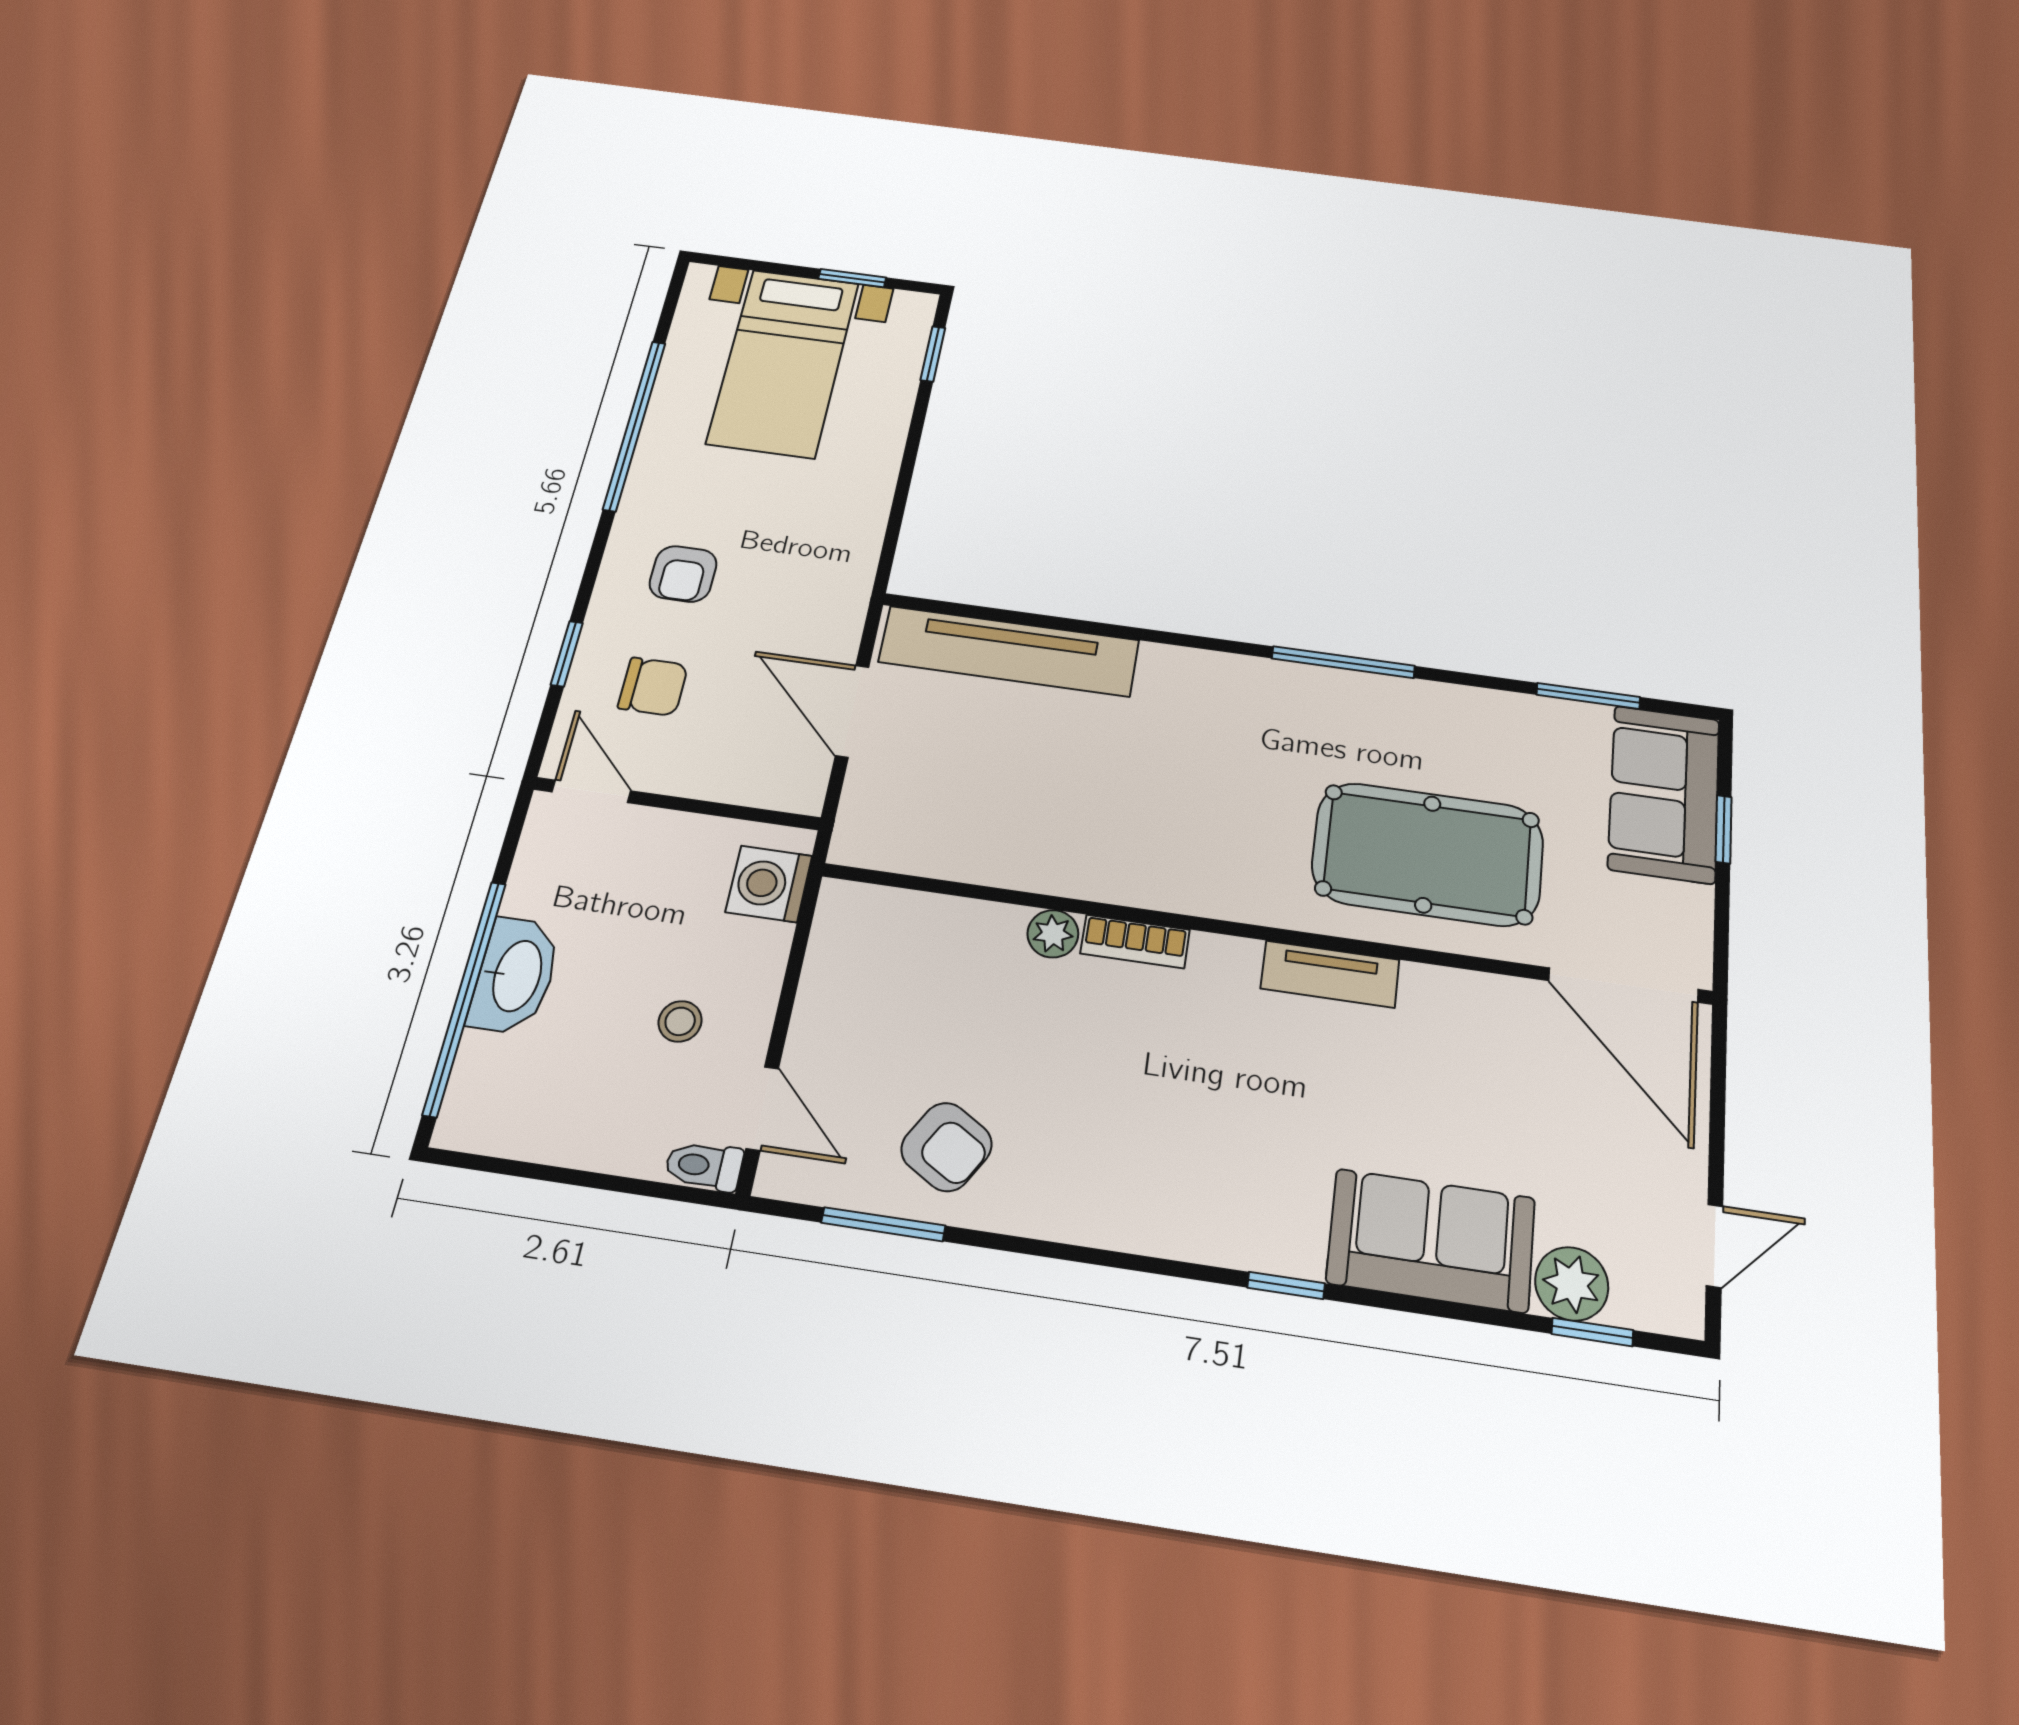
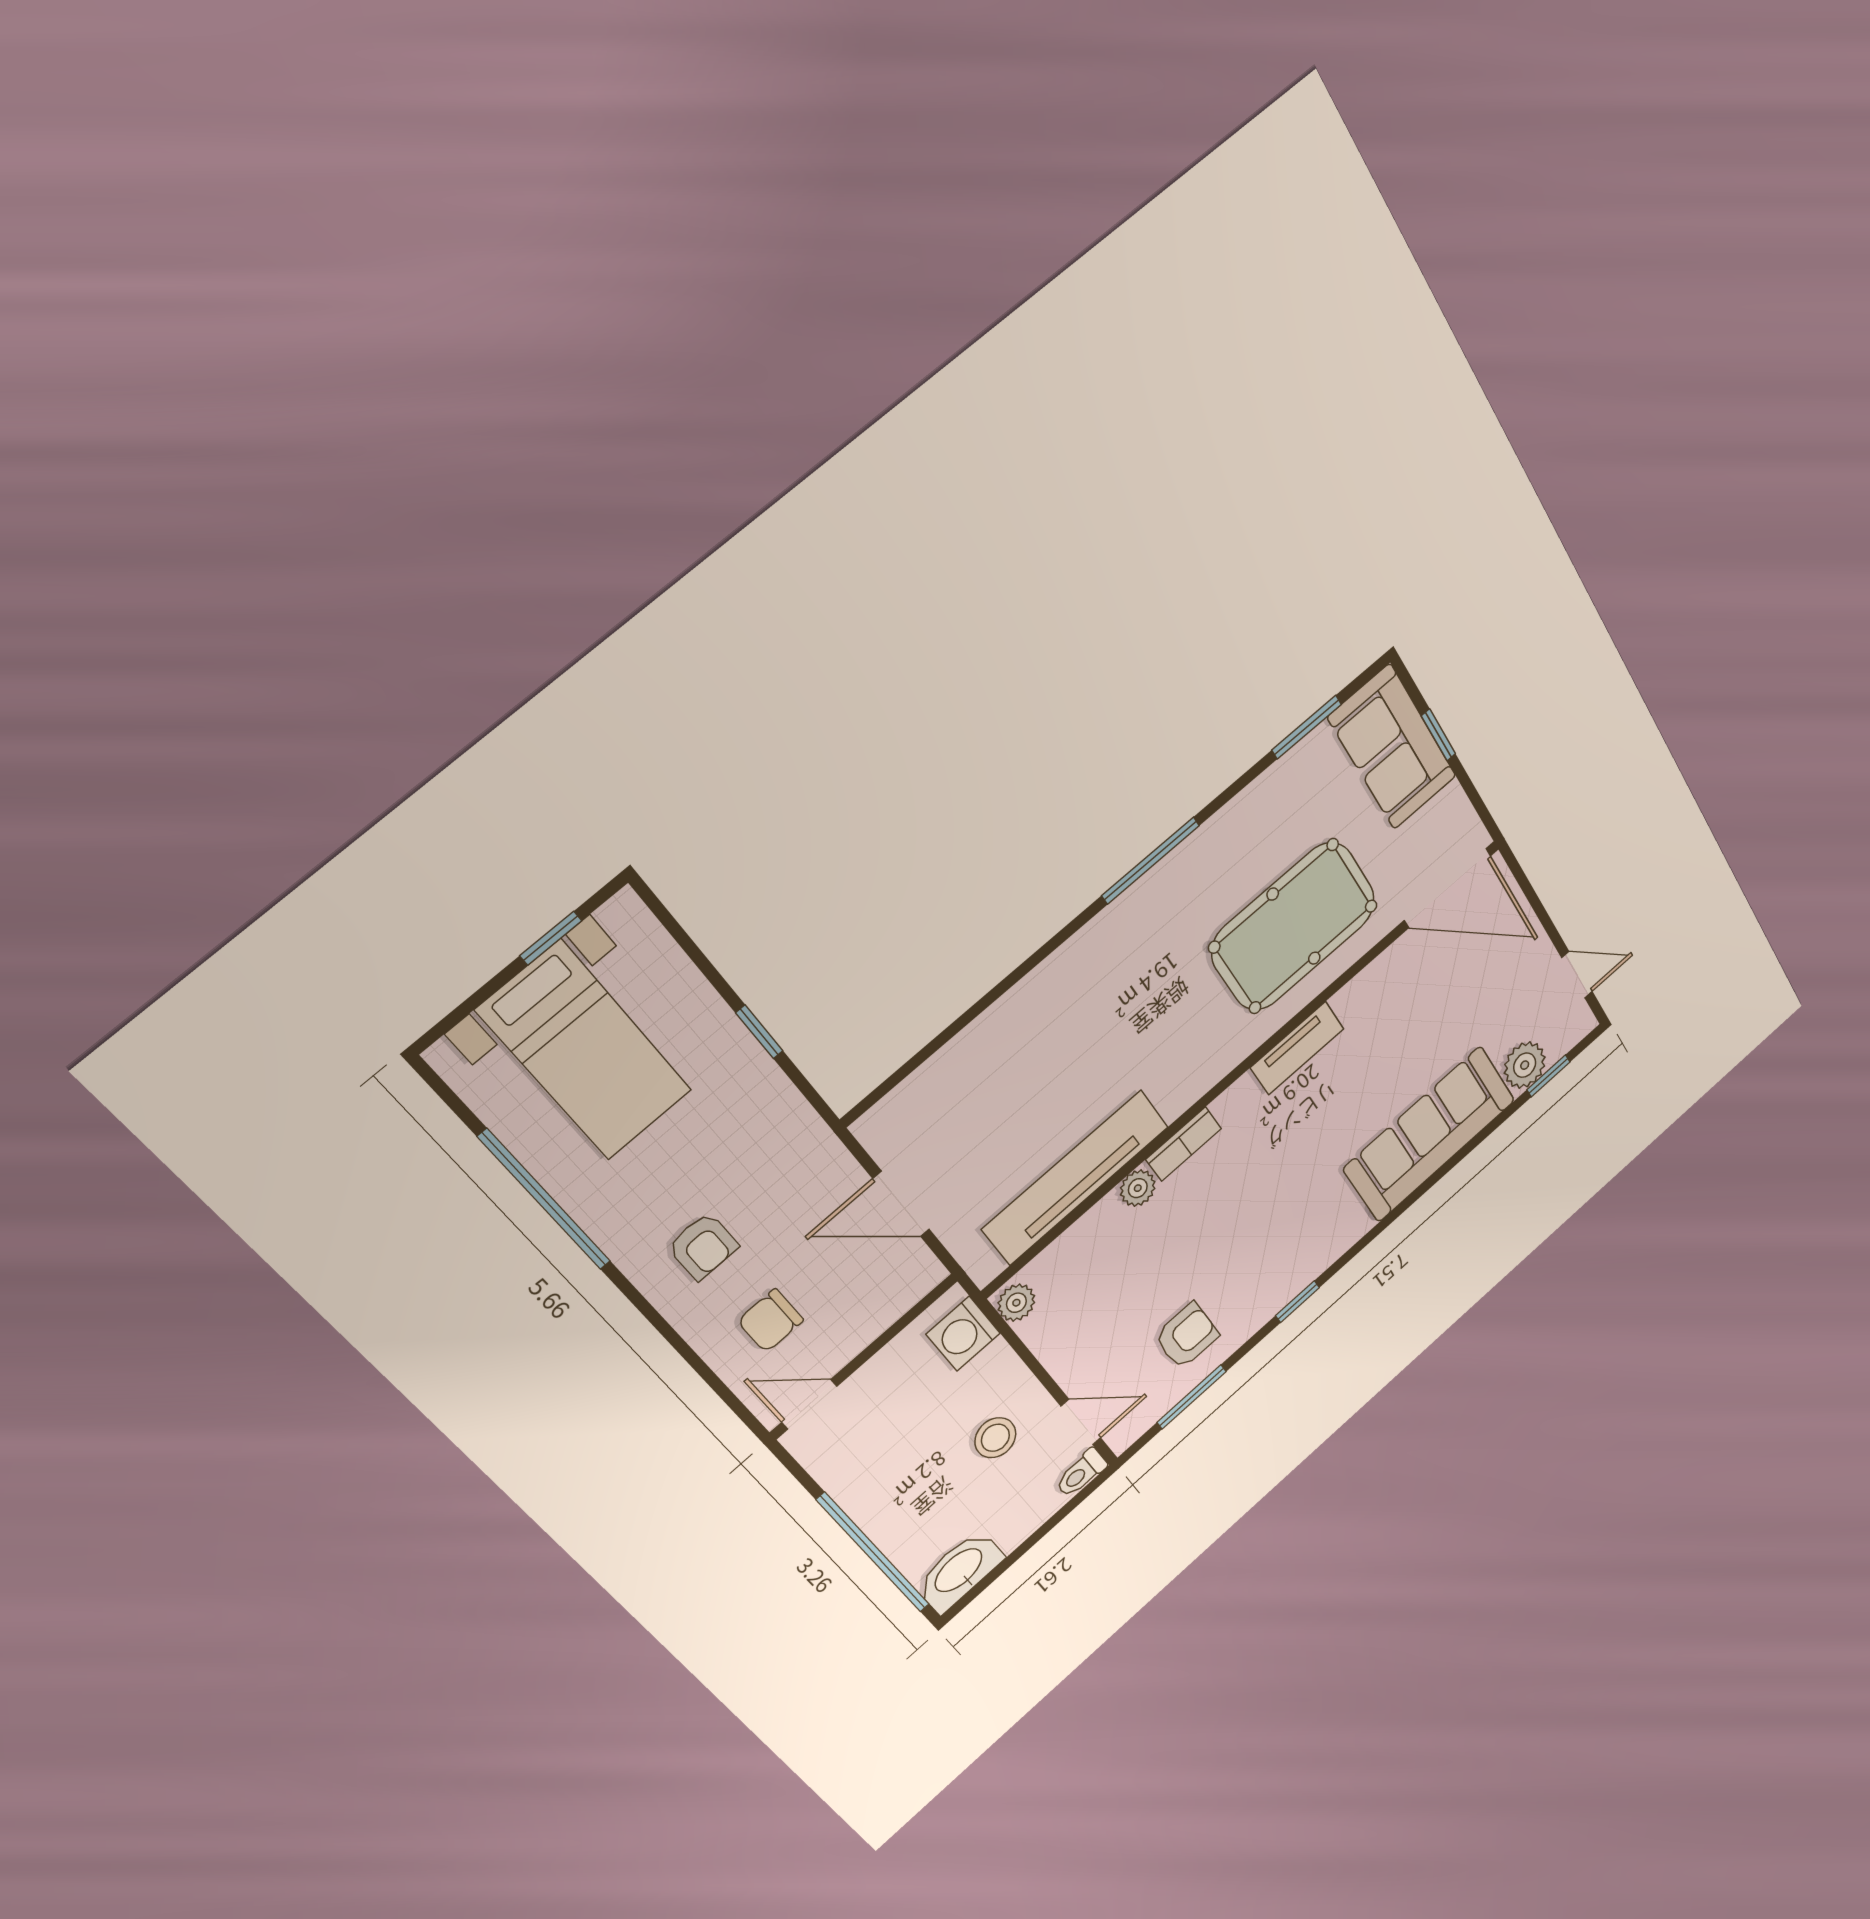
window: (933, 354) -> (759, 1032), moved
tv unit: (1009, 651) -> (1076, 1178), moved, turned 180
window: (567, 654) -> (696, 1362), removed
chair: (653, 687) -> (771, 1321), turned 180
plant: (841, 912) -> (1016, 1303), added
washbasin: (515, 976) -> (959, 1571), moved, turned -90
stool: (680, 1021) -> (995, 1438), width x1.37, depth x1.37
armchair: (947, 1147) -> (1187, 1336), turned -31
sofa: (1431, 1240) -> (1429, 1134), width x1.36
door: (1715, 1246) -> (1577, 975), hinge flipped
window: (1286, 1285) -> (1297, 1302), moved

